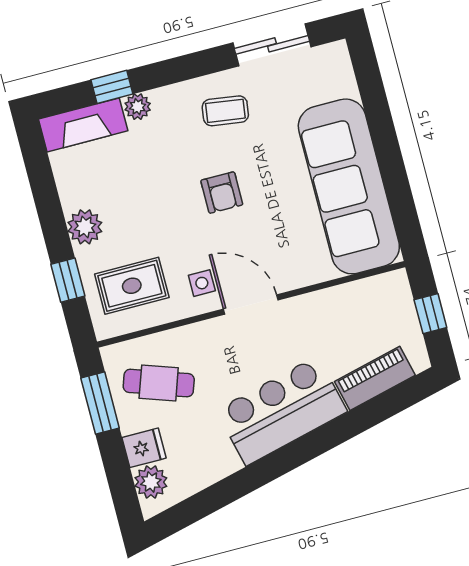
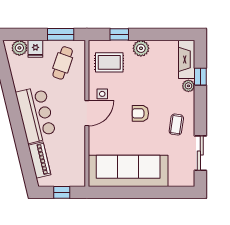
rug: (132, 286) -> (109, 62), turned 90

